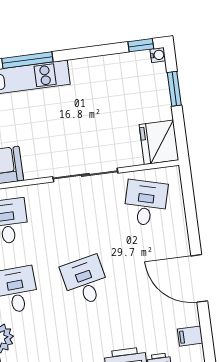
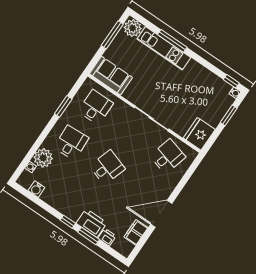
door: (199, 278) -> (161, 214), hinge flipped
desk: (85, 281) -> (107, 167), turned 30
filing cabinet: (190, 336) -> (136, 232), width x2.00

